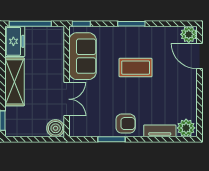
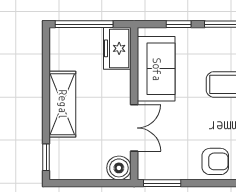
window: (81, 24) -> (179, 24), moved
freezer: (15, 41) -> (117, 48), moved, turned 180
window: (112, 139) -> (162, 183), moved

